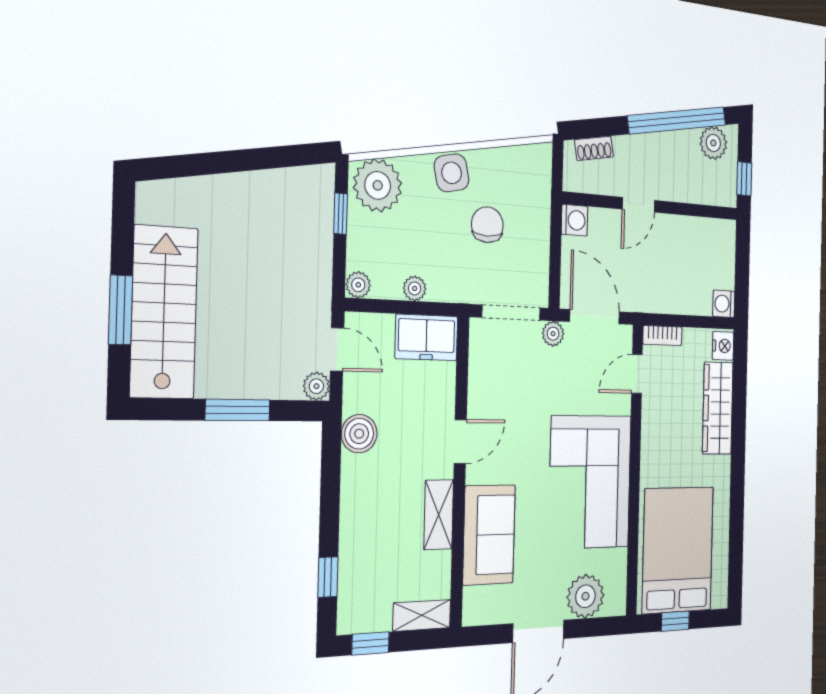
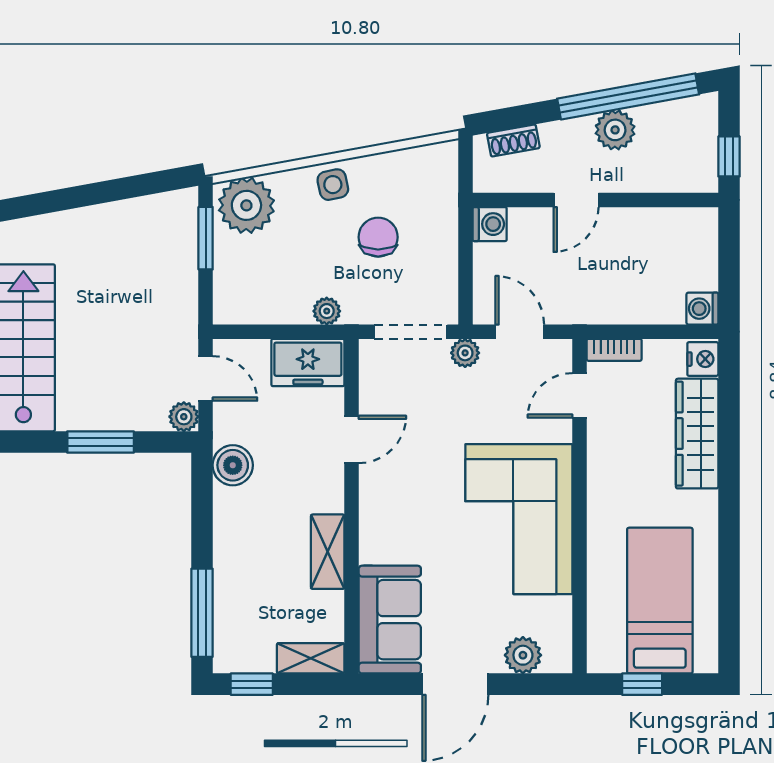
plant: (713, 143) -> (615, 130), moved
side table: (452, 173) -> (333, 185), width x0.73, depth x0.73
window: (341, 214) -> (206, 238), width x1.50
plant: (358, 285) -> (227, 311), removed
plant: (415, 288) -> (327, 311), moved
door: (595, 317) -> (520, 332), width x0.73
door: (460, 442) -> (352, 439), moved
sofa: (489, 535) -> (390, 620), moved
bed: (678, 550) -> (660, 601), width x0.67
window: (328, 577) -> (202, 613), width x2.17
plant: (585, 596) -> (523, 655), width x0.73, depth x0.73

